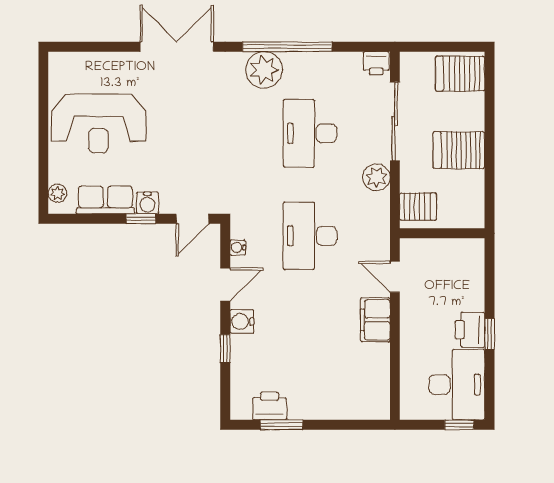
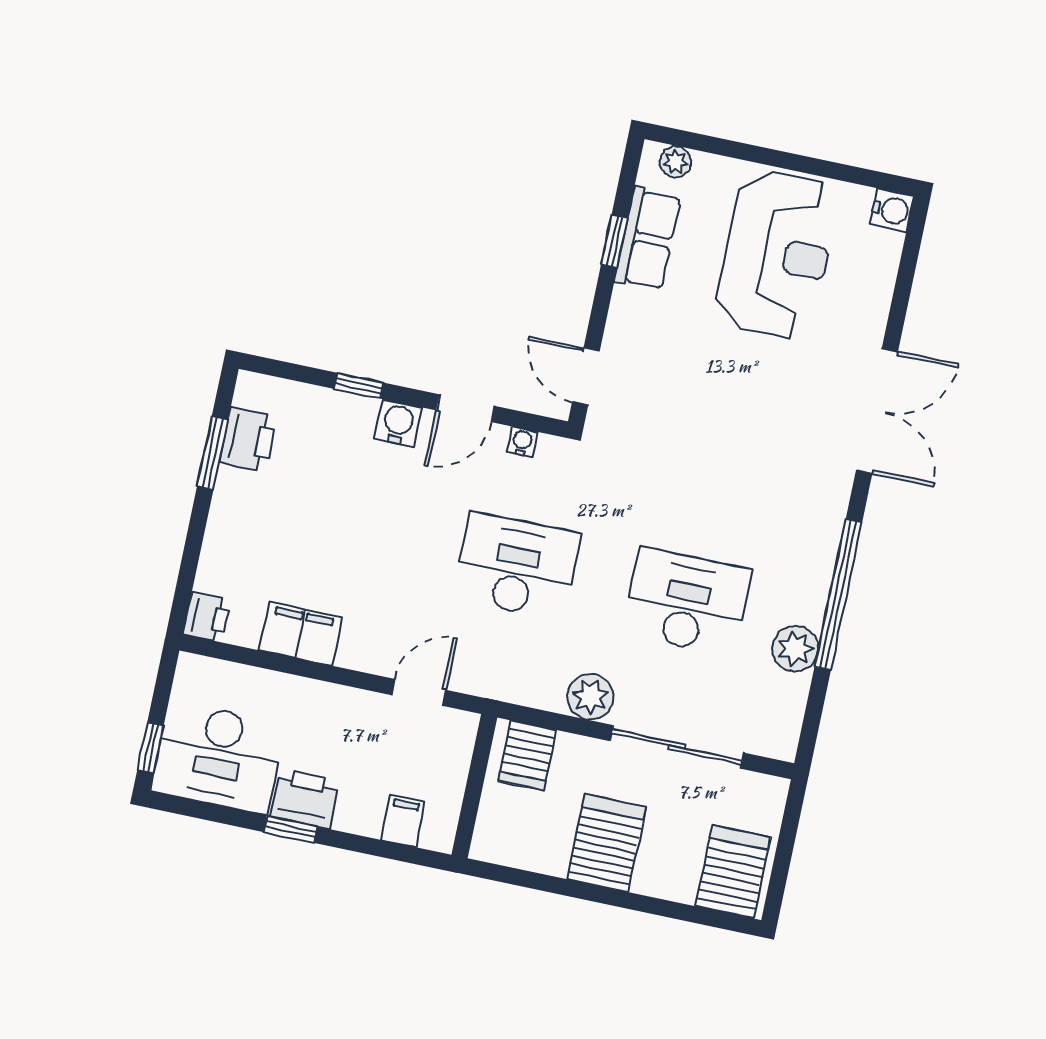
printer: (376, 63) -> (207, 617), moved, turned 180
plant: (264, 70) -> (795, 649), moved, width x0.73, depth x0.73
reception desk: (99, 123) -> (777, 254), turned 180
water cooler: (147, 203) -> (892, 210), moved, turned 180
window: (141, 219) -> (614, 241), moved
filing cabinet: (471, 270) -> (403, 821), added
door: (225, 284) -> (465, 408), hinge flipped
filing cabinet: (375, 320) -> (301, 634), moved

